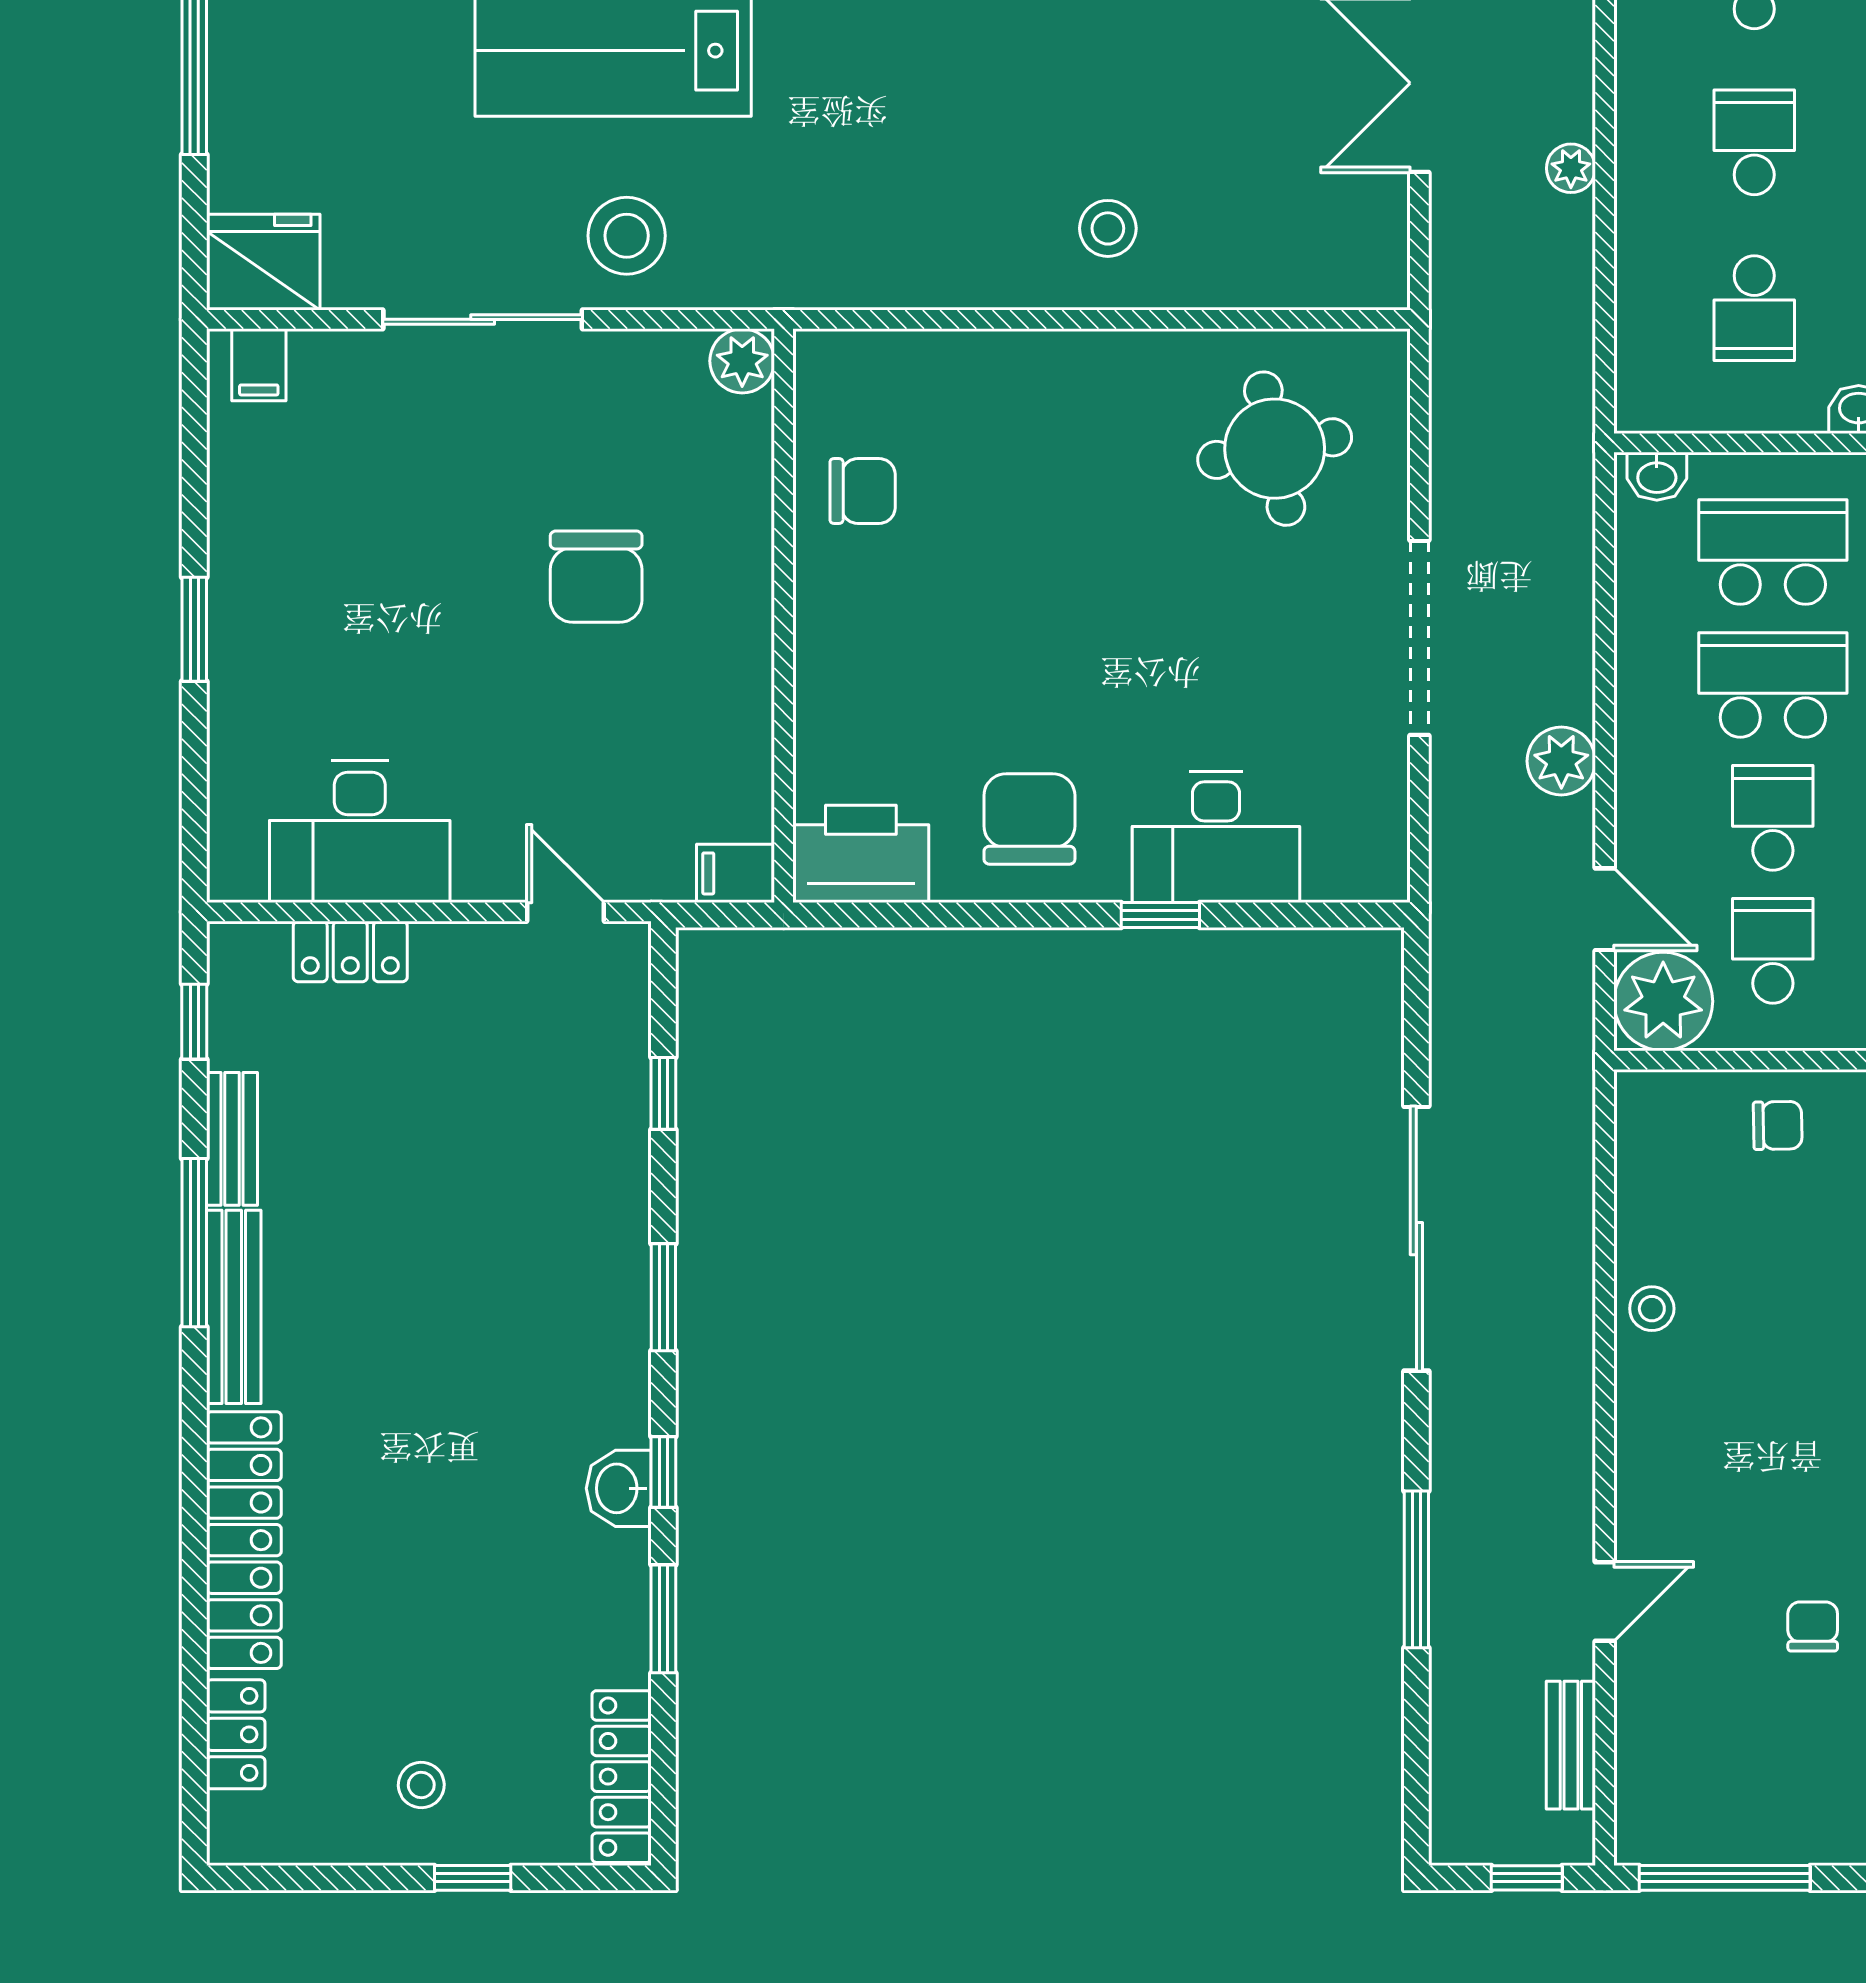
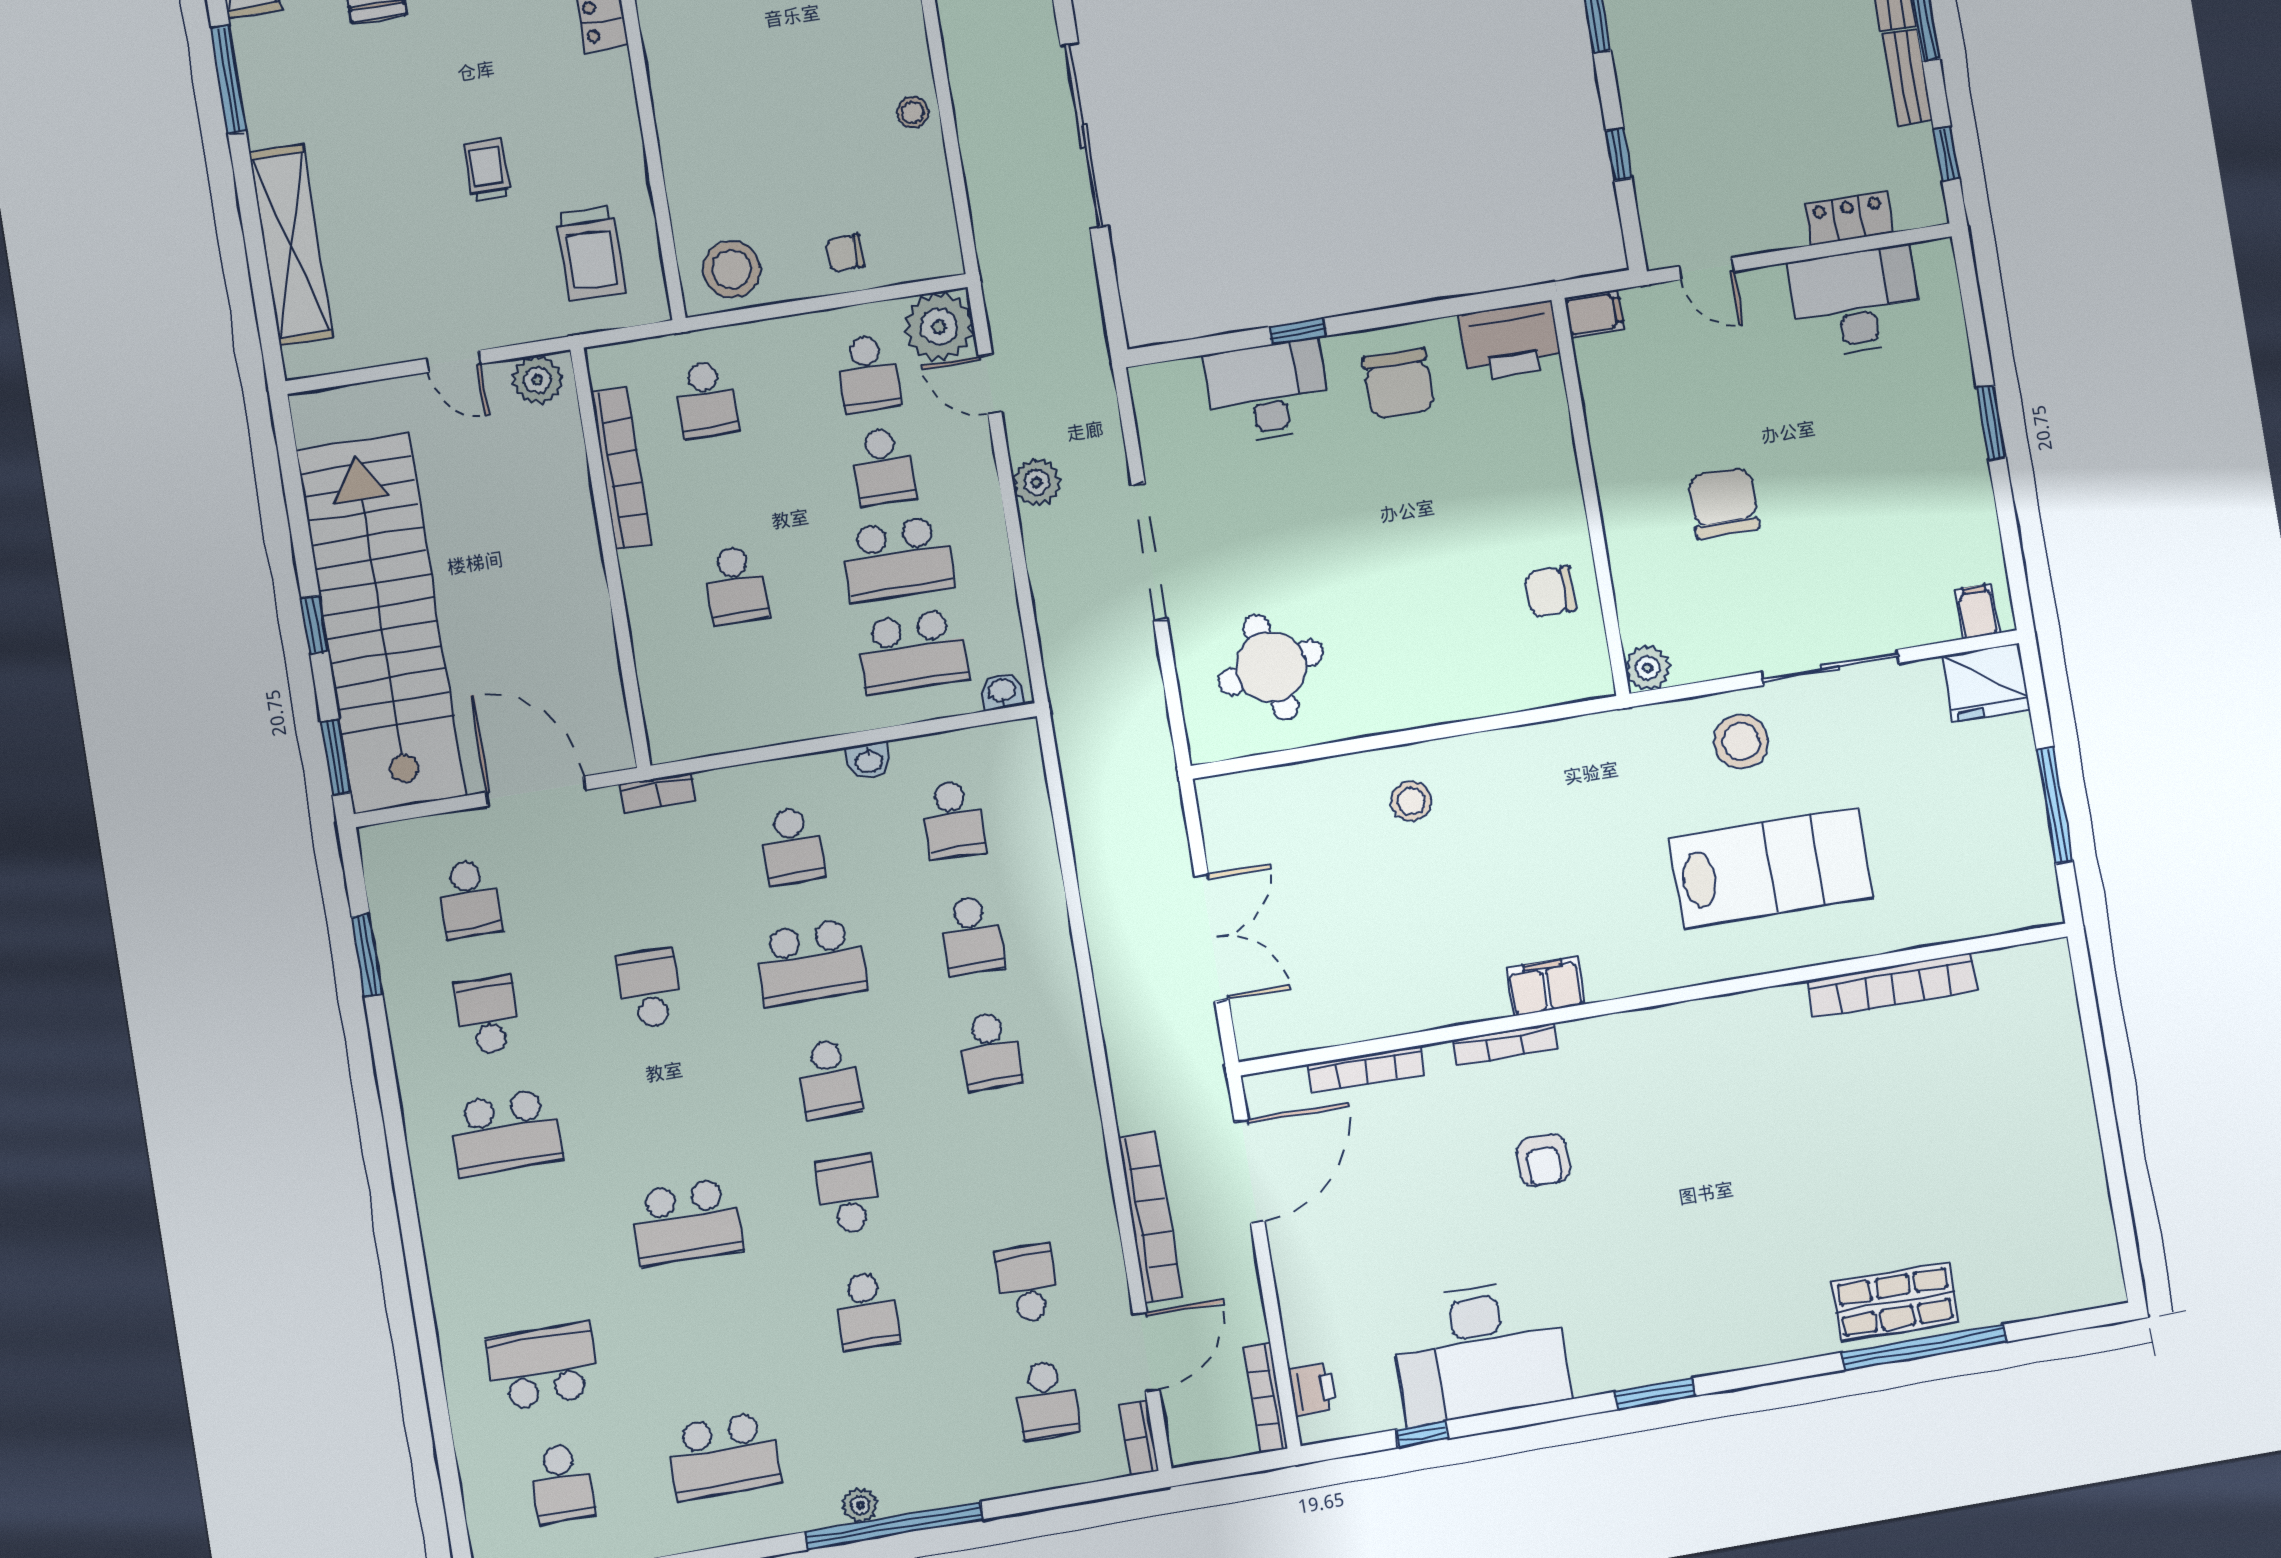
plant: (1571, 168) -> (1097, 896), removed
school desk: (1754, 308) -> (953, 820), turned 180

